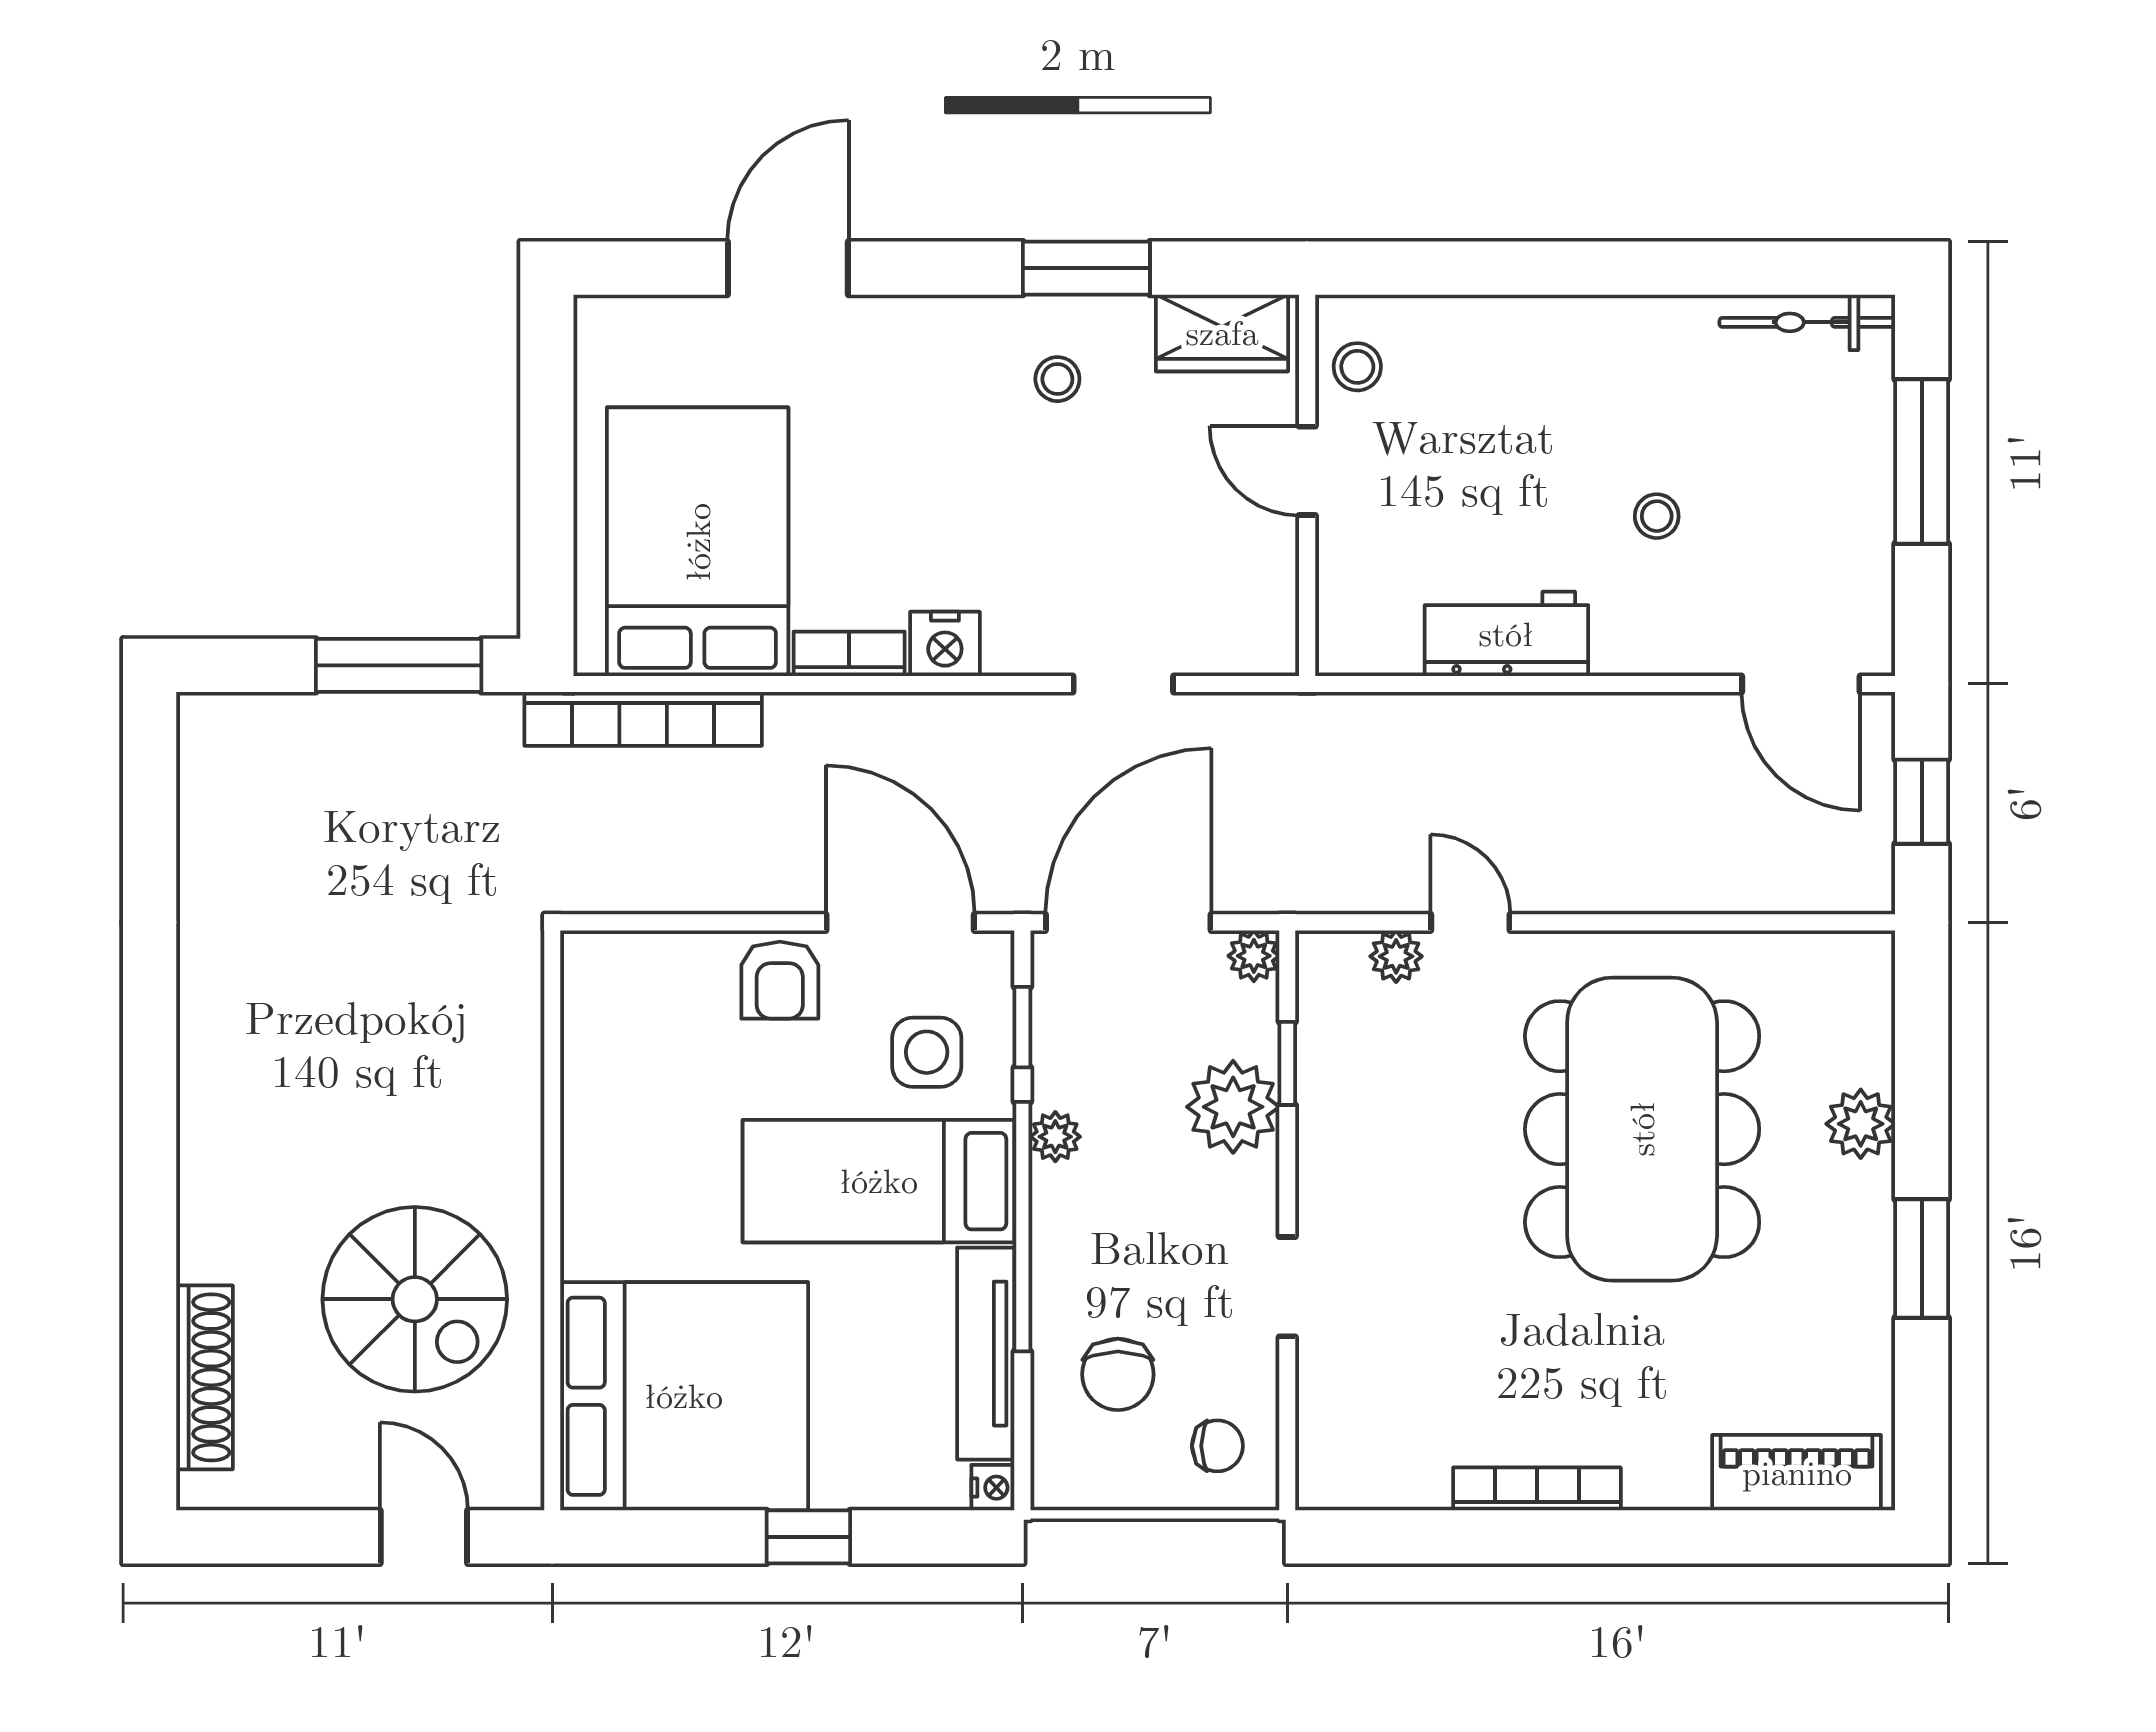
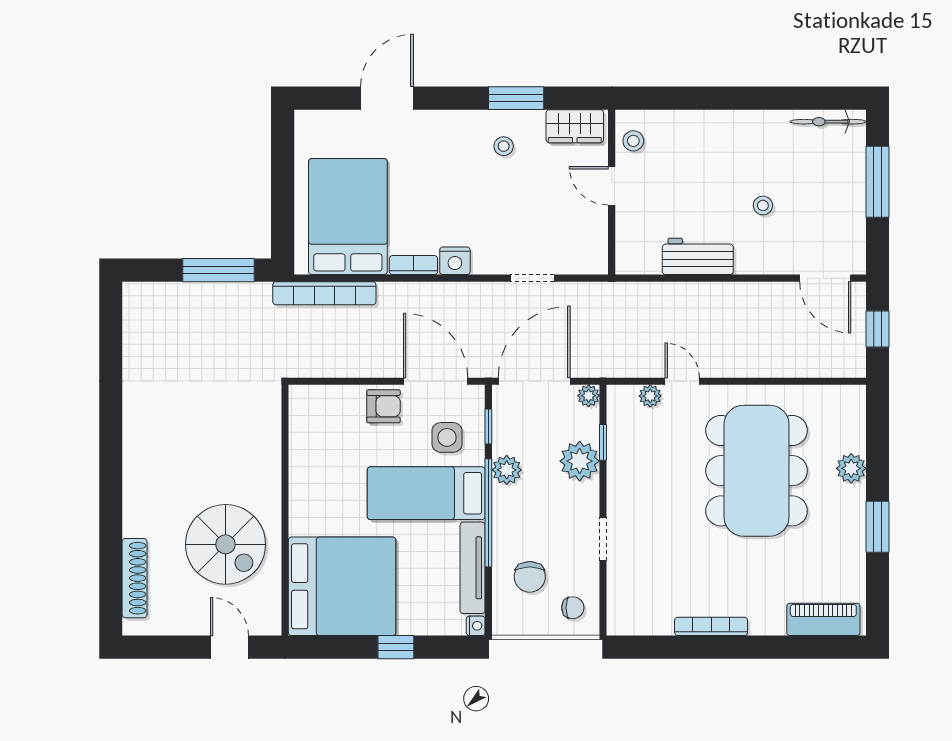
armchair: (780, 980) -> (383, 406), turned -90
plant: (1055, 1137) -> (507, 470), width x1.38, depth x1.38

